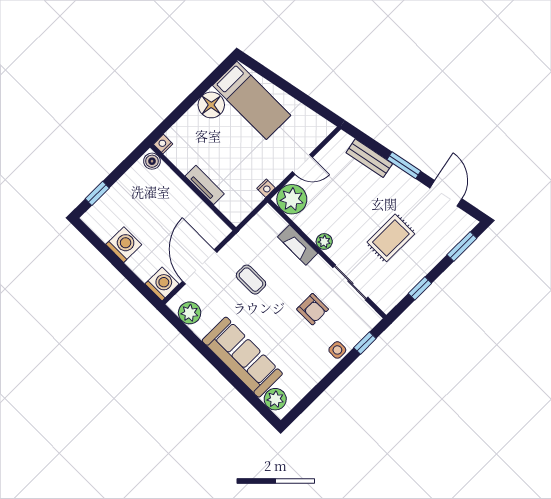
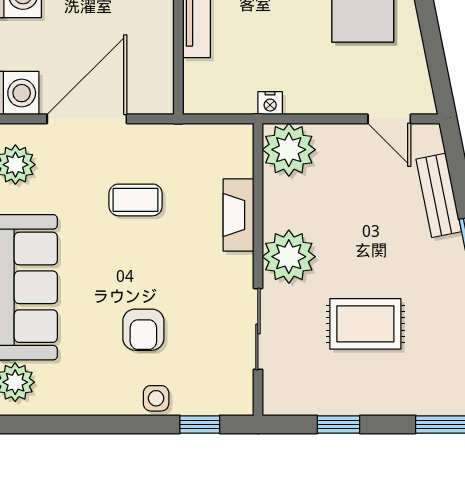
door: (302, 164) -> (389, 119), moved
plant: (324, 242) -> (289, 257), width x1.88, depth x1.88
coffee table: (251, 280) -> (136, 200), turned 90
armchair: (313, 309) -> (143, 330), moved

